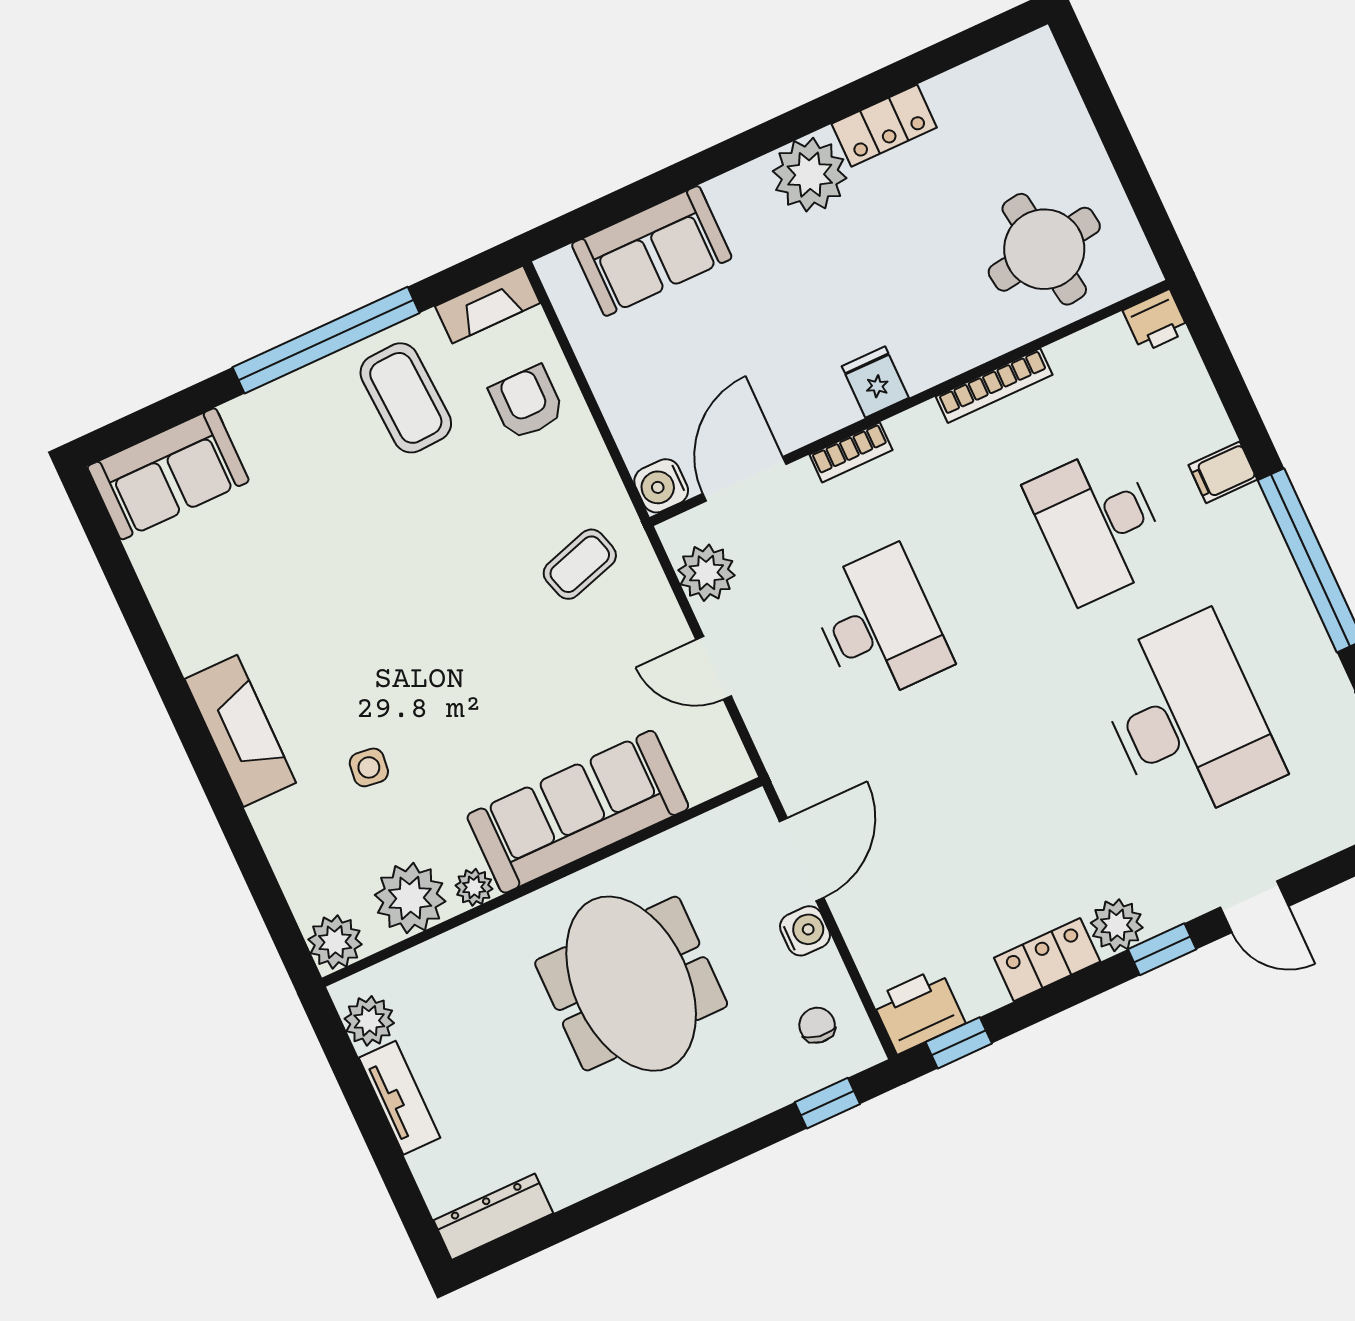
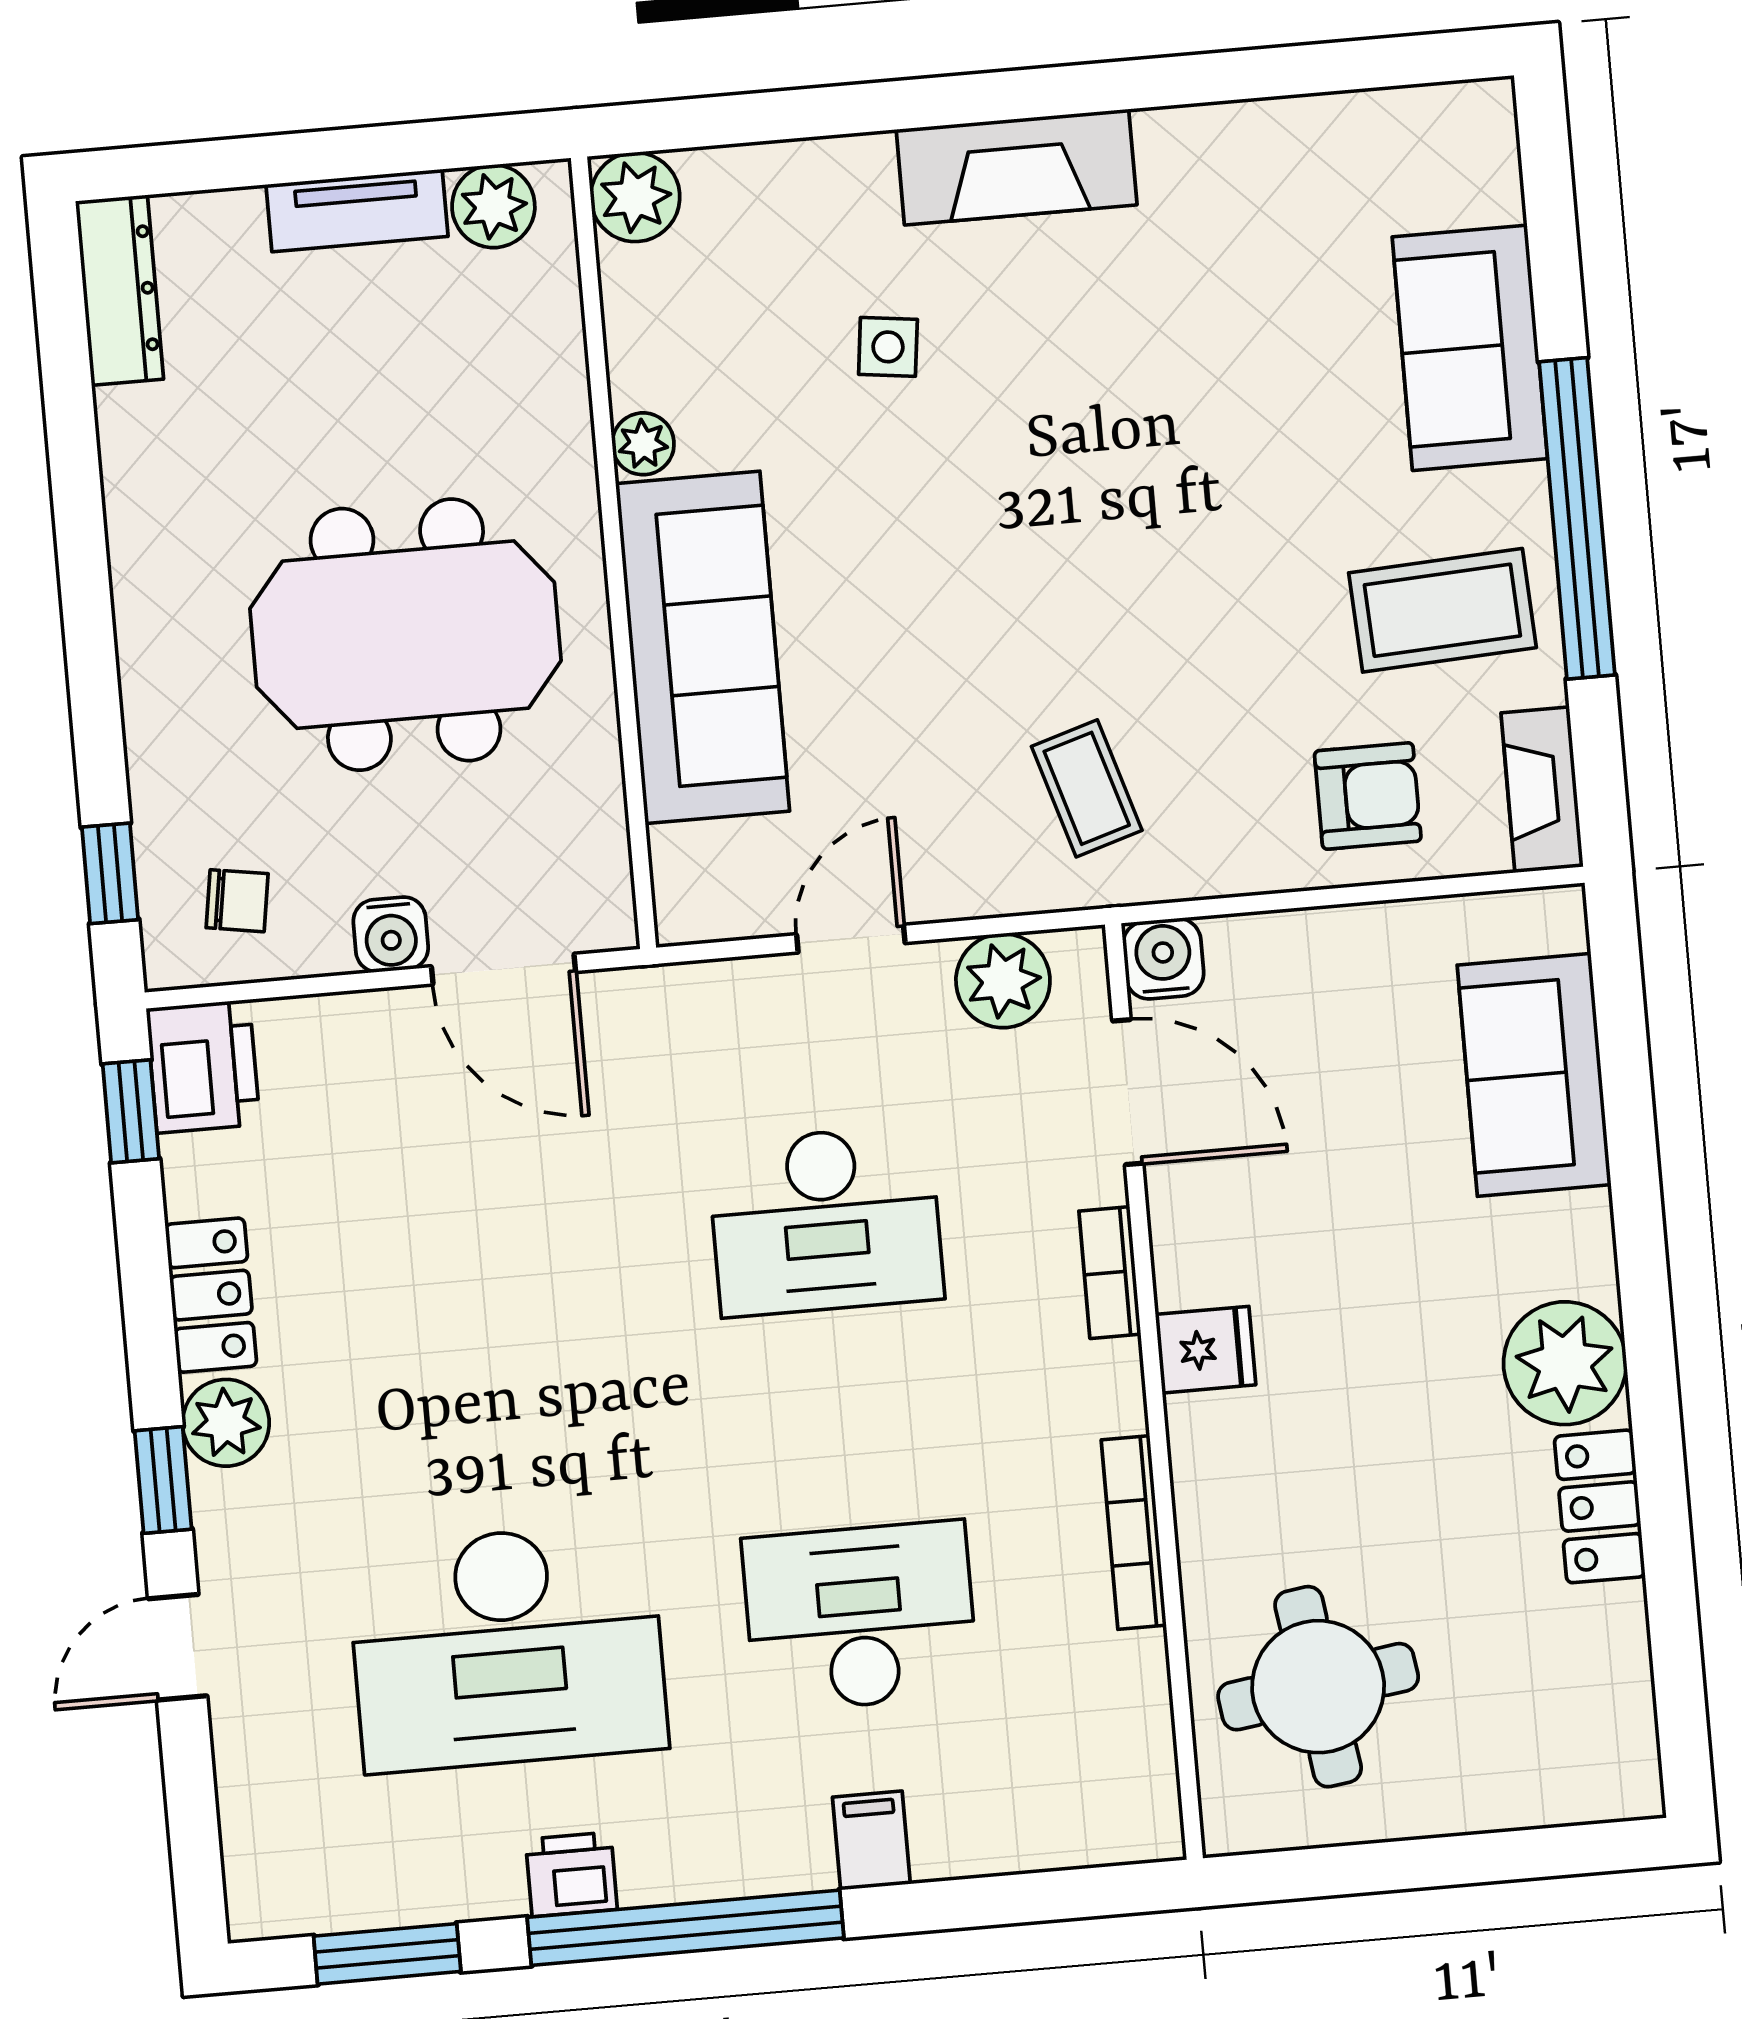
printer: (1156, 321) -> (571, 1874), moved, turned 90
sofa: (168, 474) -> (1470, 348), moved
plant: (410, 898) -> (662, 338), removed

